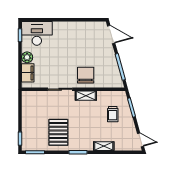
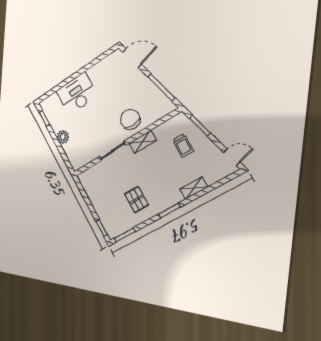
desk: (37, 33) -> (77, 94), moved
filing cabinet: (28, 73) -> (72, 153), removed
pallet: (58, 132) -> (136, 199), width x0.67, depth x0.71

